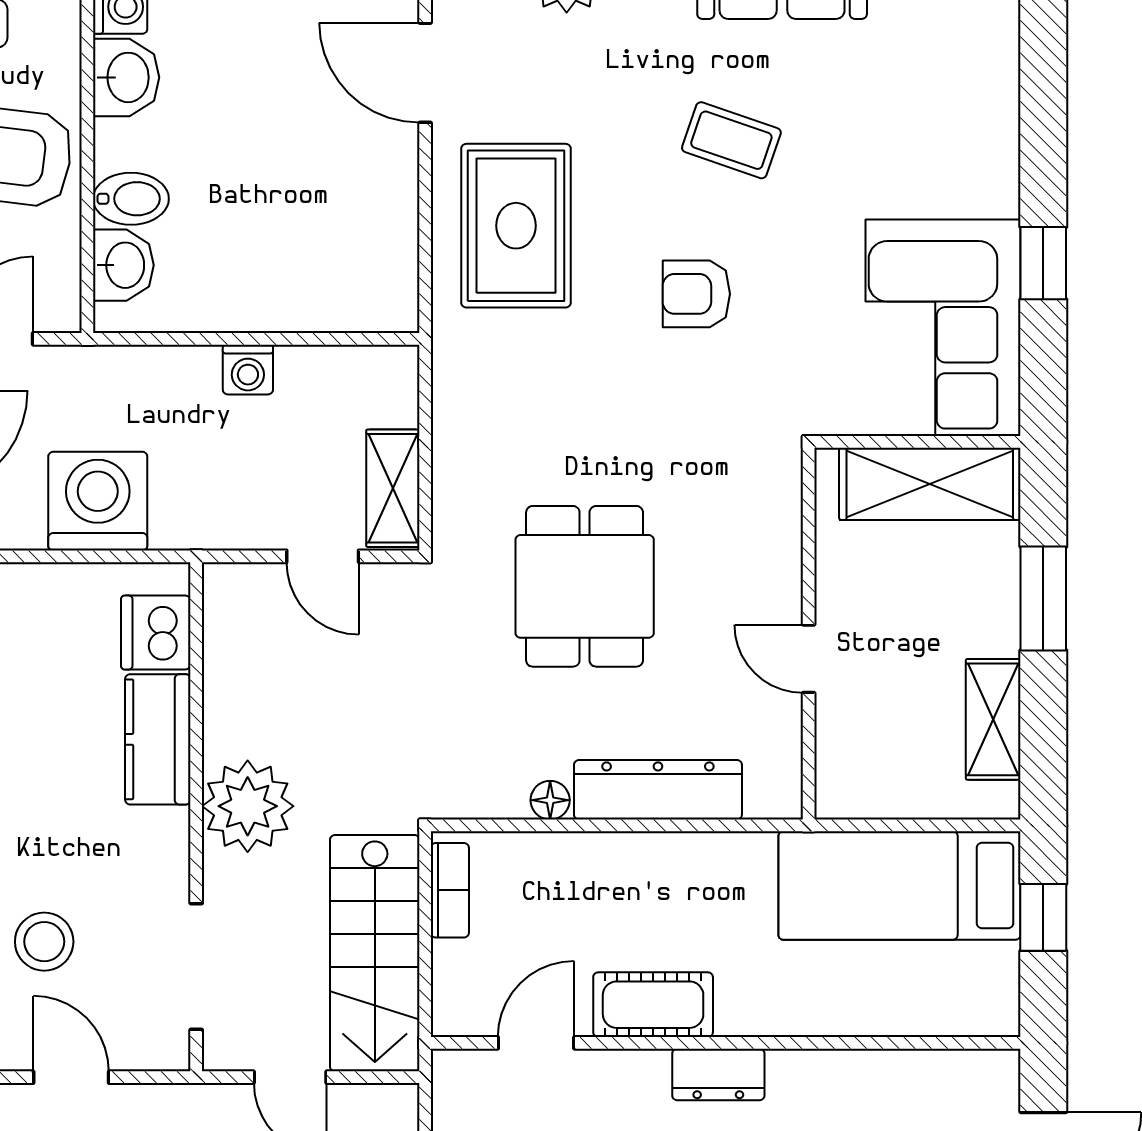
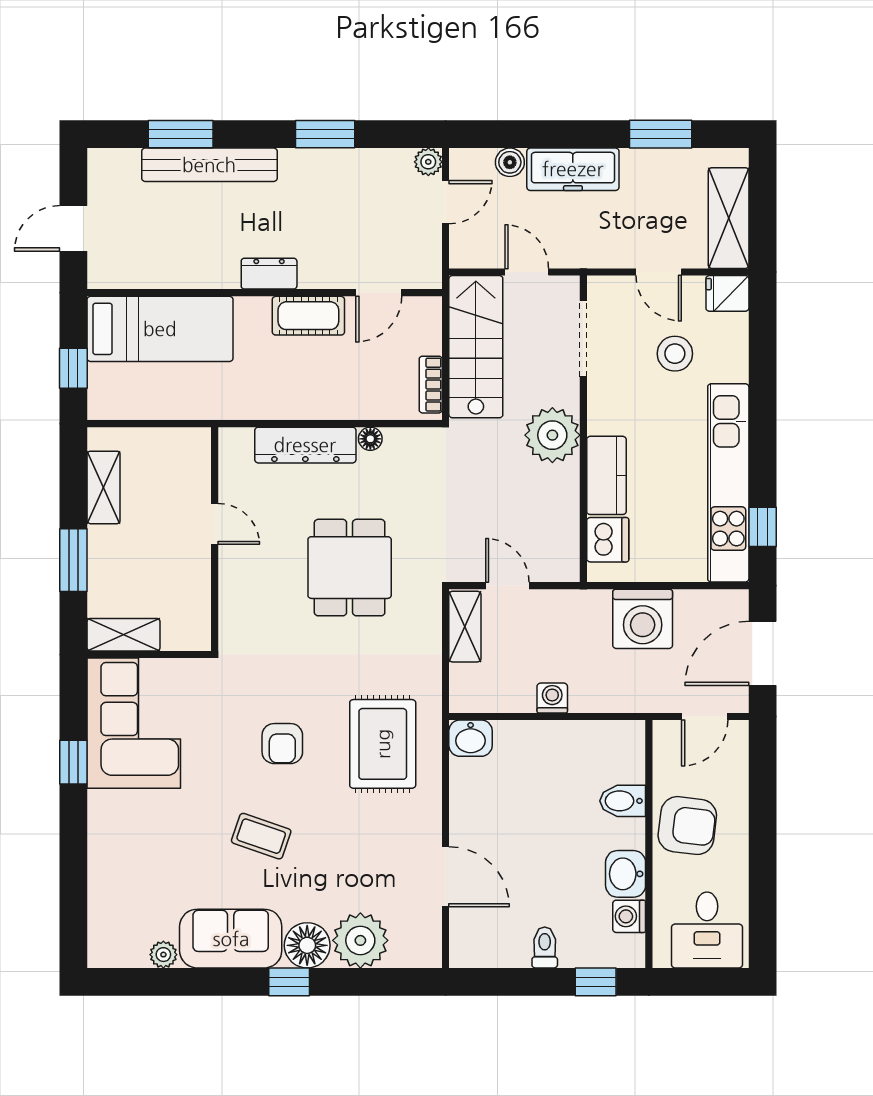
rug: (516, 226) -> (383, 744), moved
washbasin: (123, 265) -> (471, 738), moved, turned -90
armchair: (696, 294) -> (282, 744), turned 90
shelving: (930, 484) -> (124, 635), width x0.67, depth x0.75
bed: (899, 886) -> (160, 329), moved

